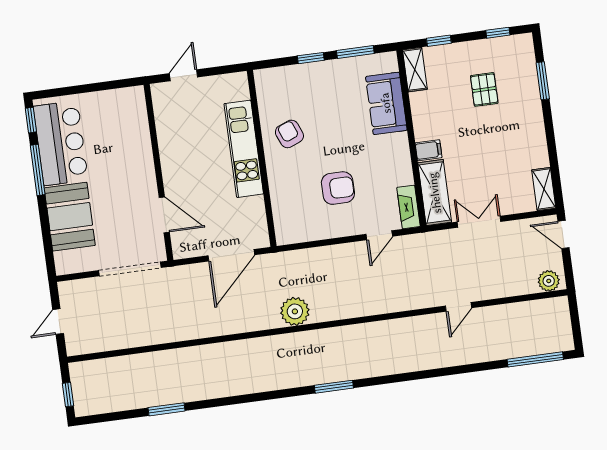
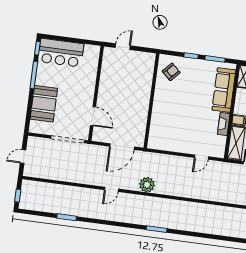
sofa: (386, 103) -> (224, 90), width x1.36
armchair: (289, 134) -> (171, 72), moved, turned 65
bar counter: (61, 143) -> (61, 53), moved, turned 90
kitchen unit: (244, 149) -> (144, 93), removed
armchair: (338, 188) -> (187, 127), removed
fireplace: (409, 207) -> (224, 124), moved
door: (459, 307) -> (112, 189), moved

